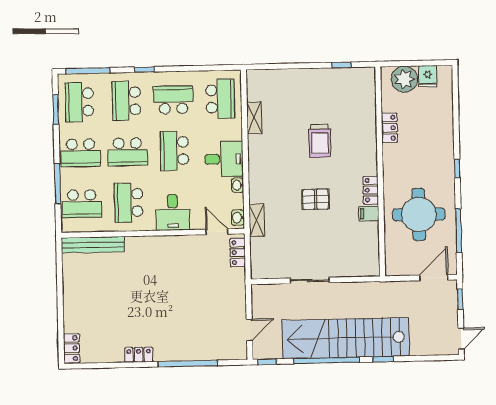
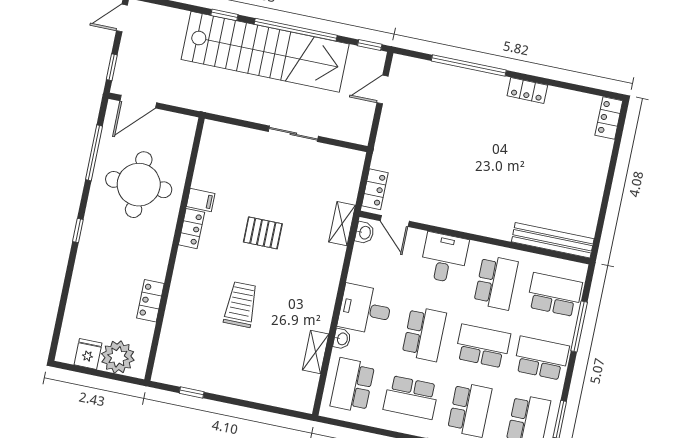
washbasin: (238, 185) -> (342, 339), moved

